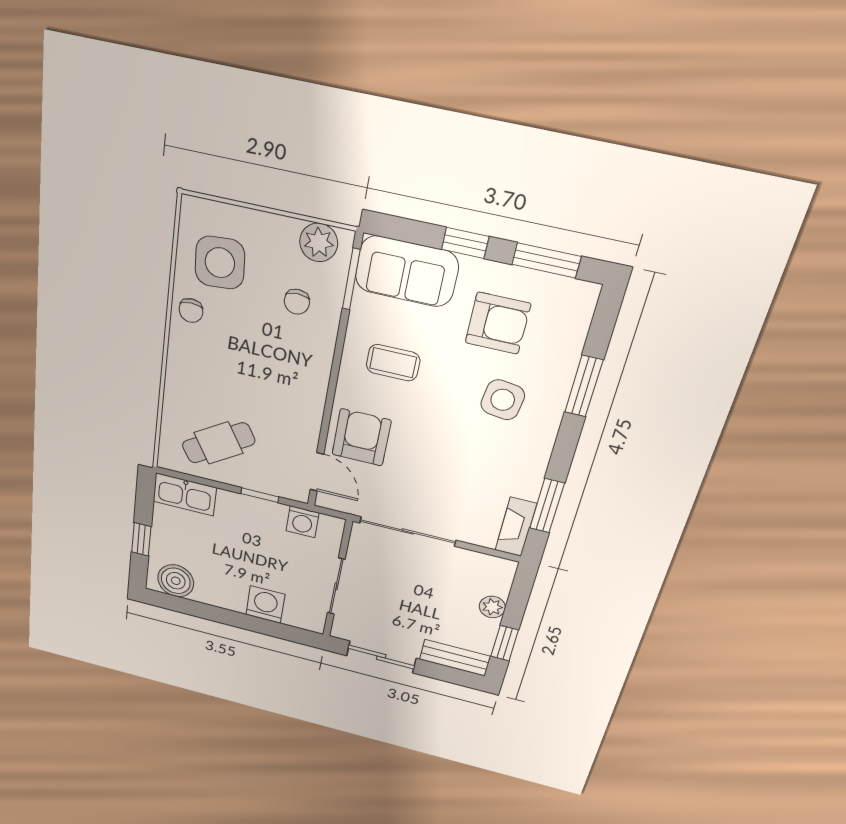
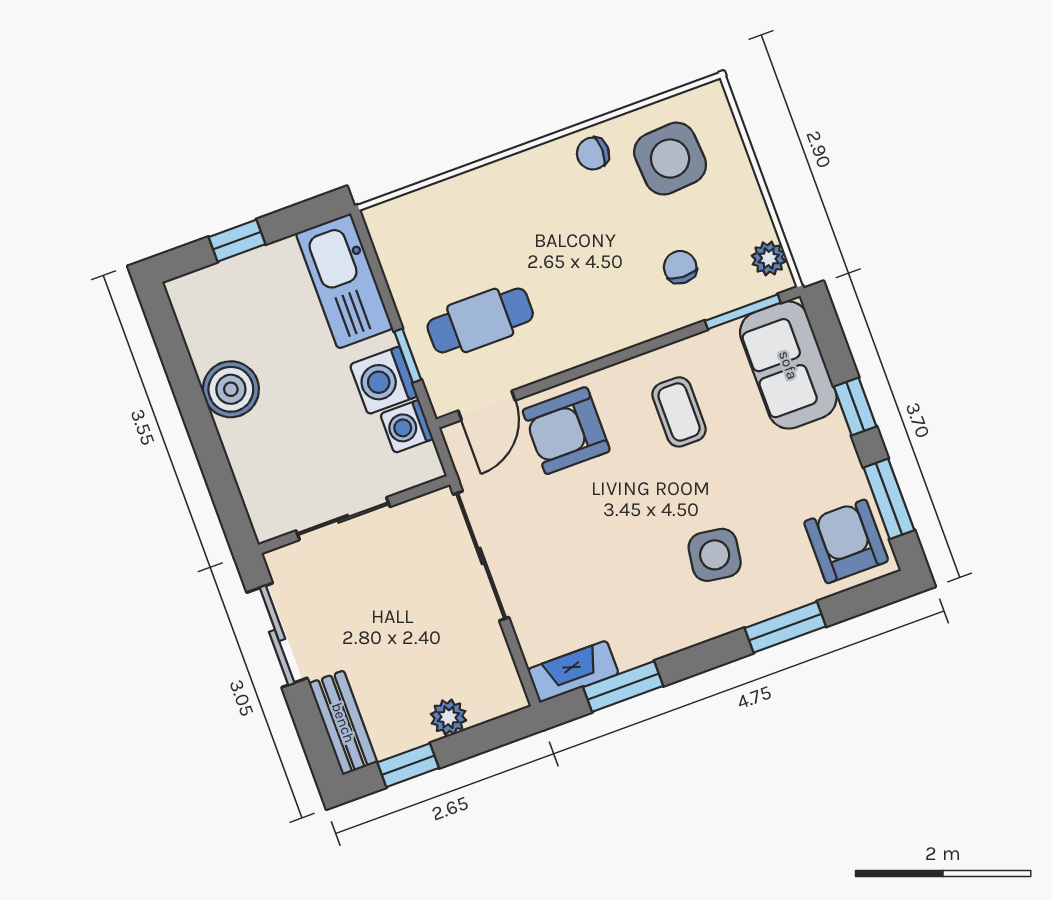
plant: (319, 242) -> (769, 258), width x0.73, depth x0.73
chair: (297, 302) -> (680, 267), turned 92
armchair: (498, 323) -> (846, 541), moved, turned 180
armchair: (361, 437) -> (566, 431), turned 180
cafe table: (218, 443) -> (480, 320), moved, turned -58
kitchen sink: (185, 494) -> (344, 281), width x1.36, depth x1.24
boiler: (176, 581) -> (231, 389), moved
washing machine: (265, 605) -> (384, 380), moved, turned 180

